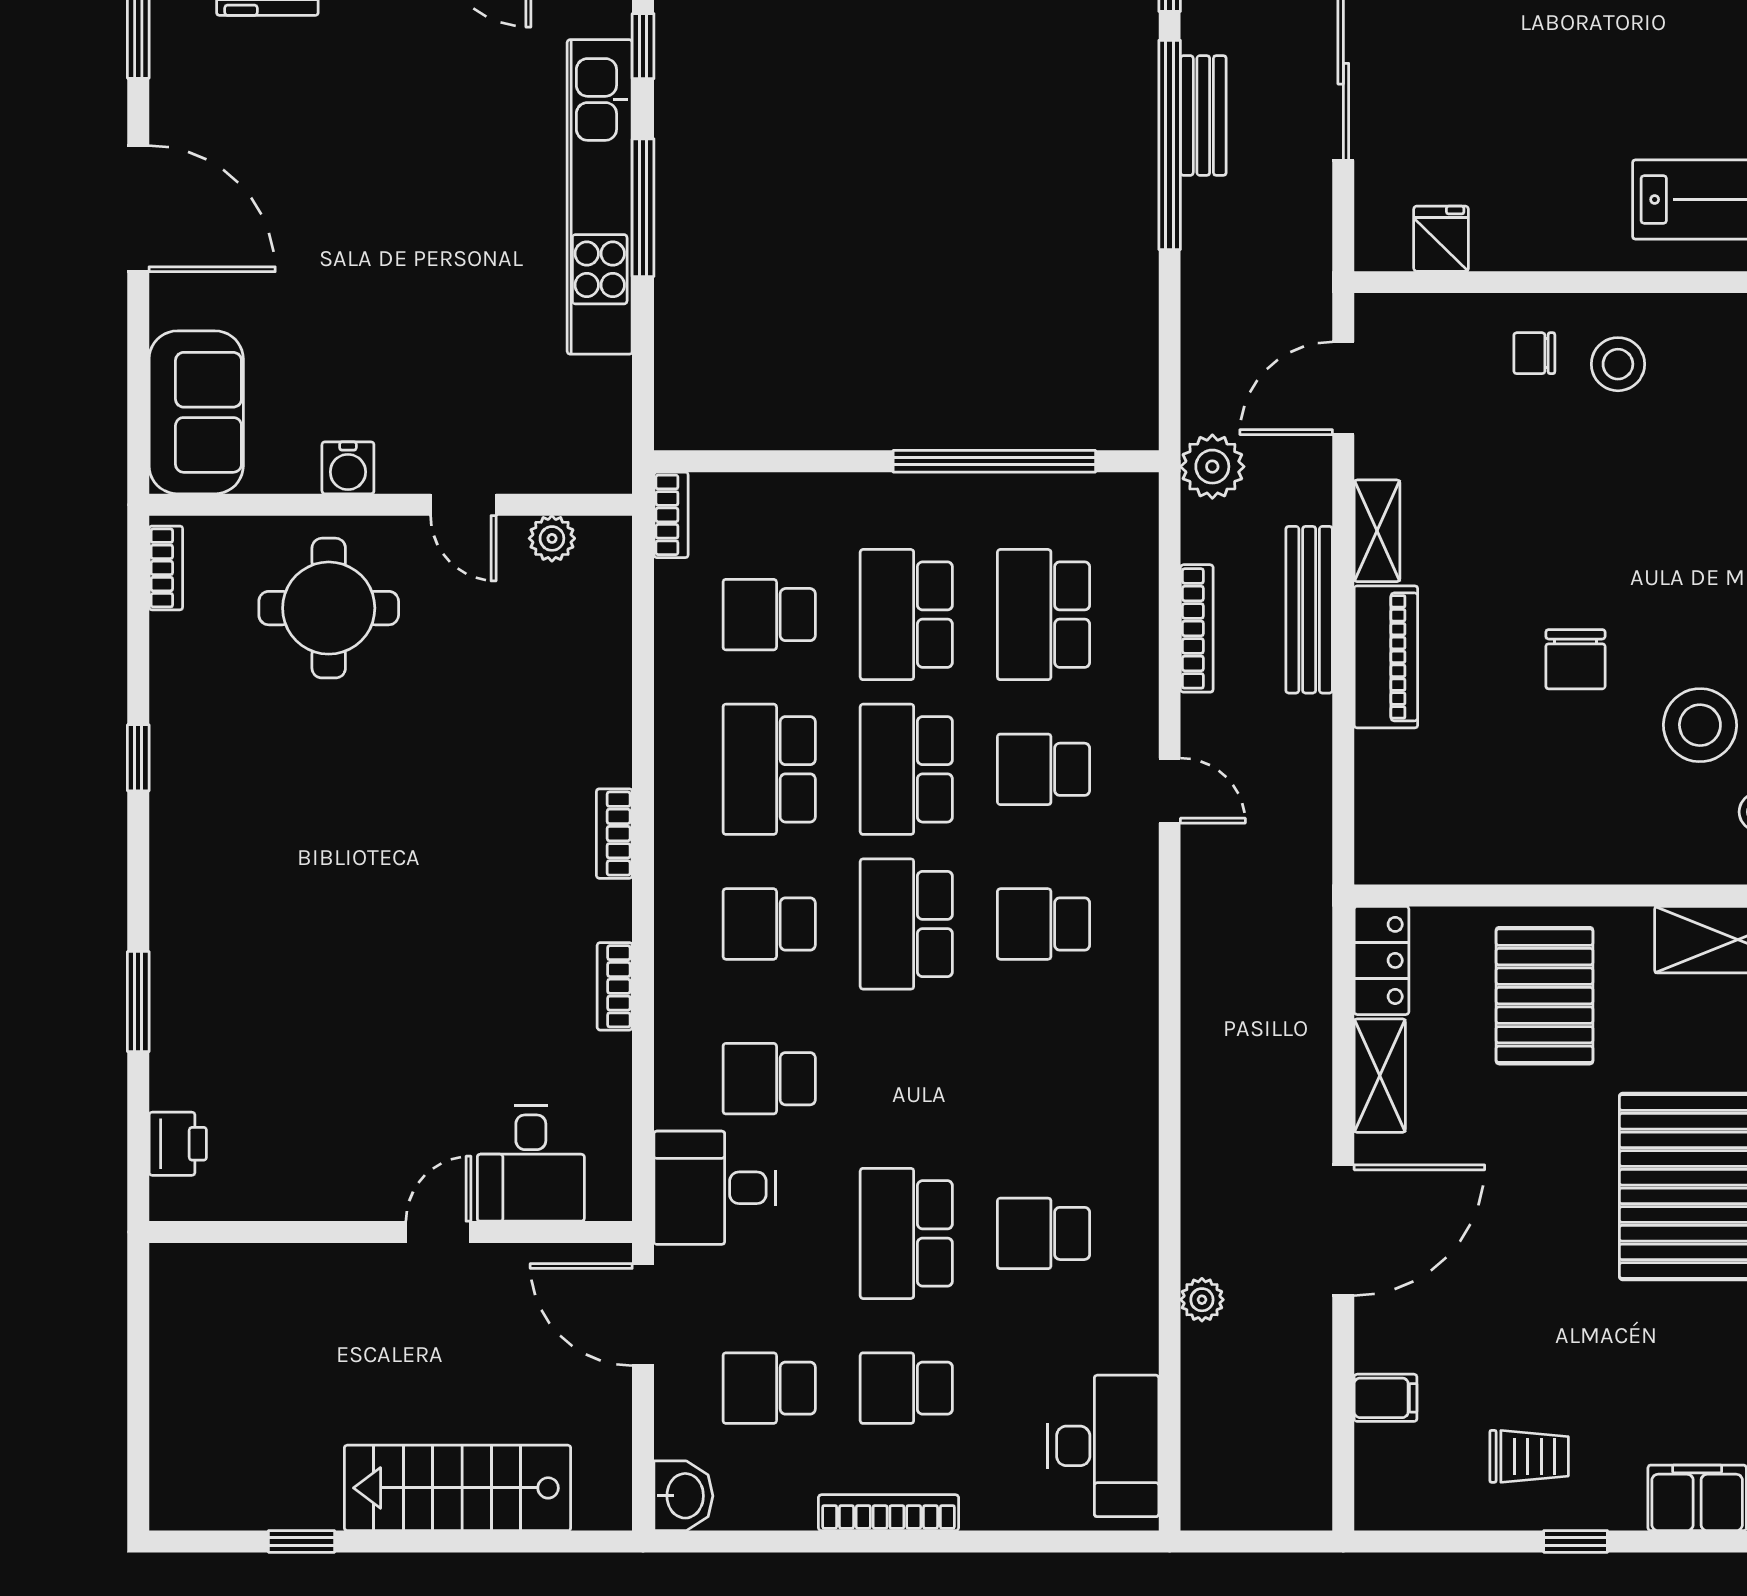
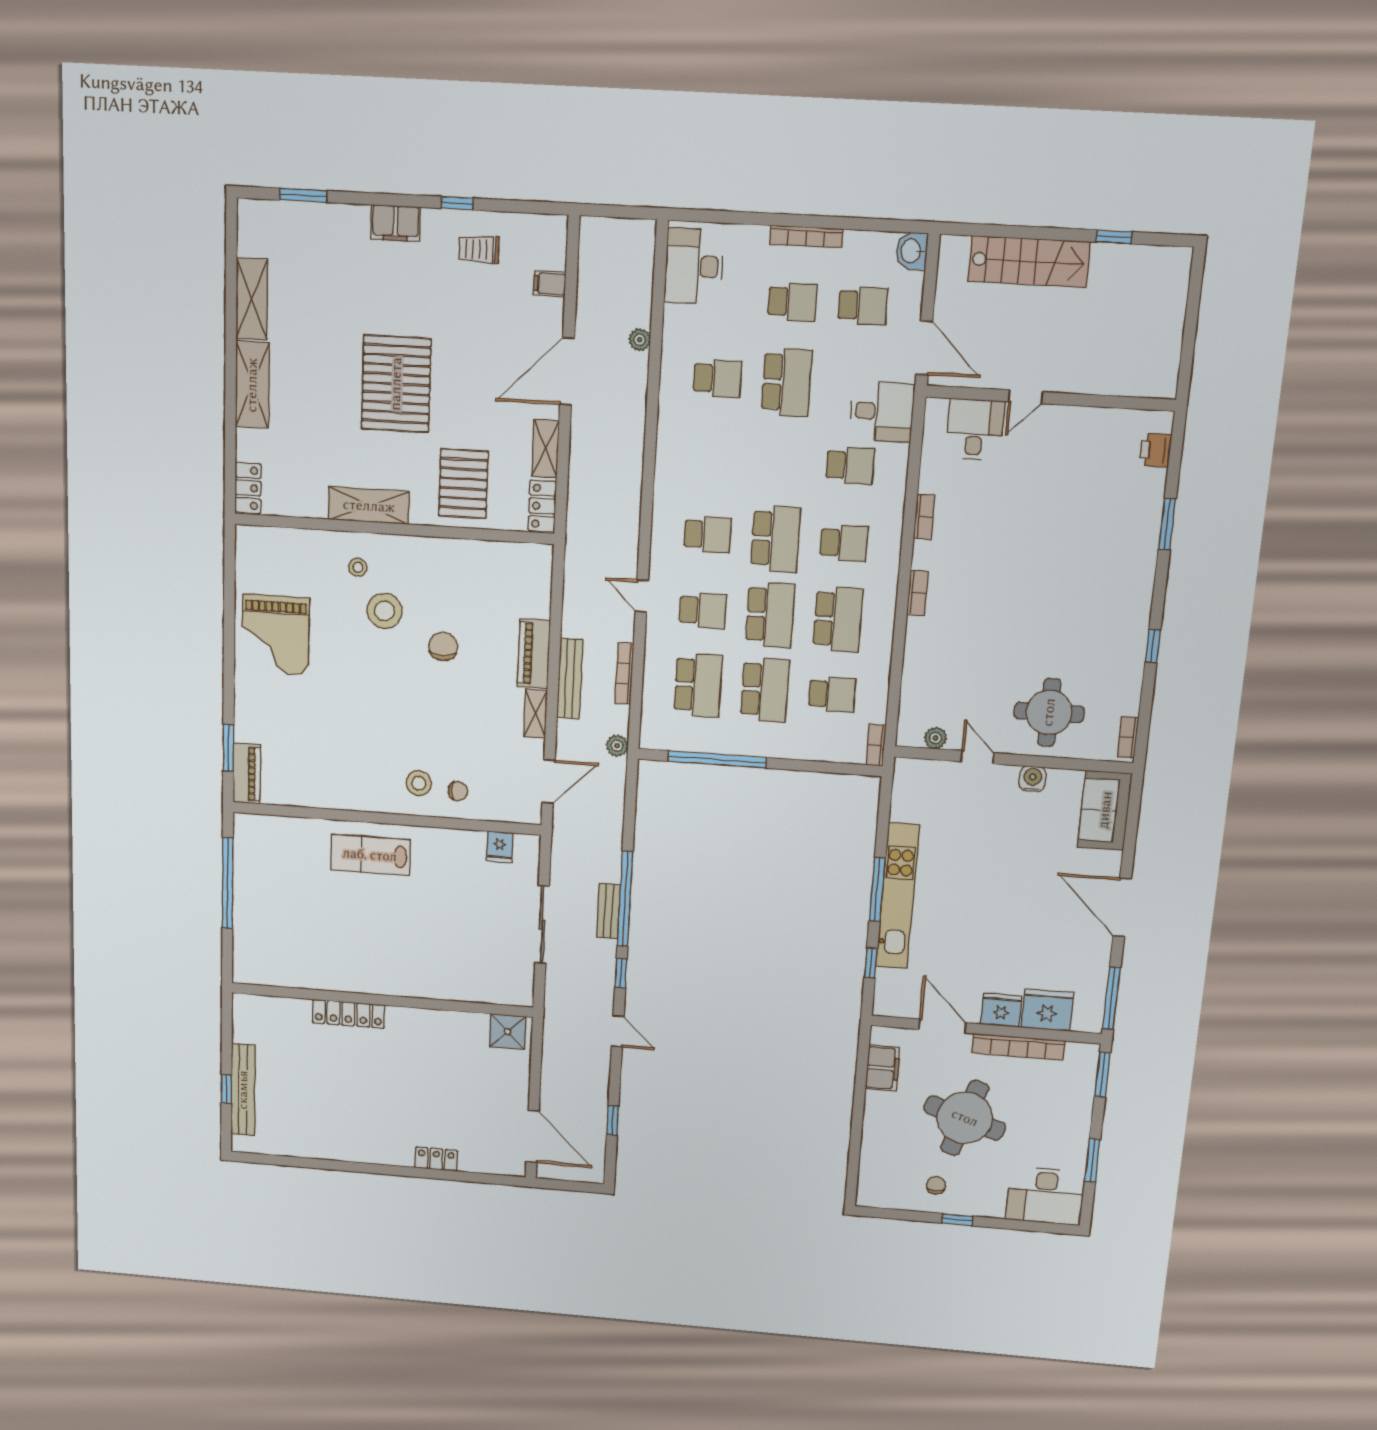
plant: (1212, 467) -> (617, 746), width x0.73, depth x0.73

